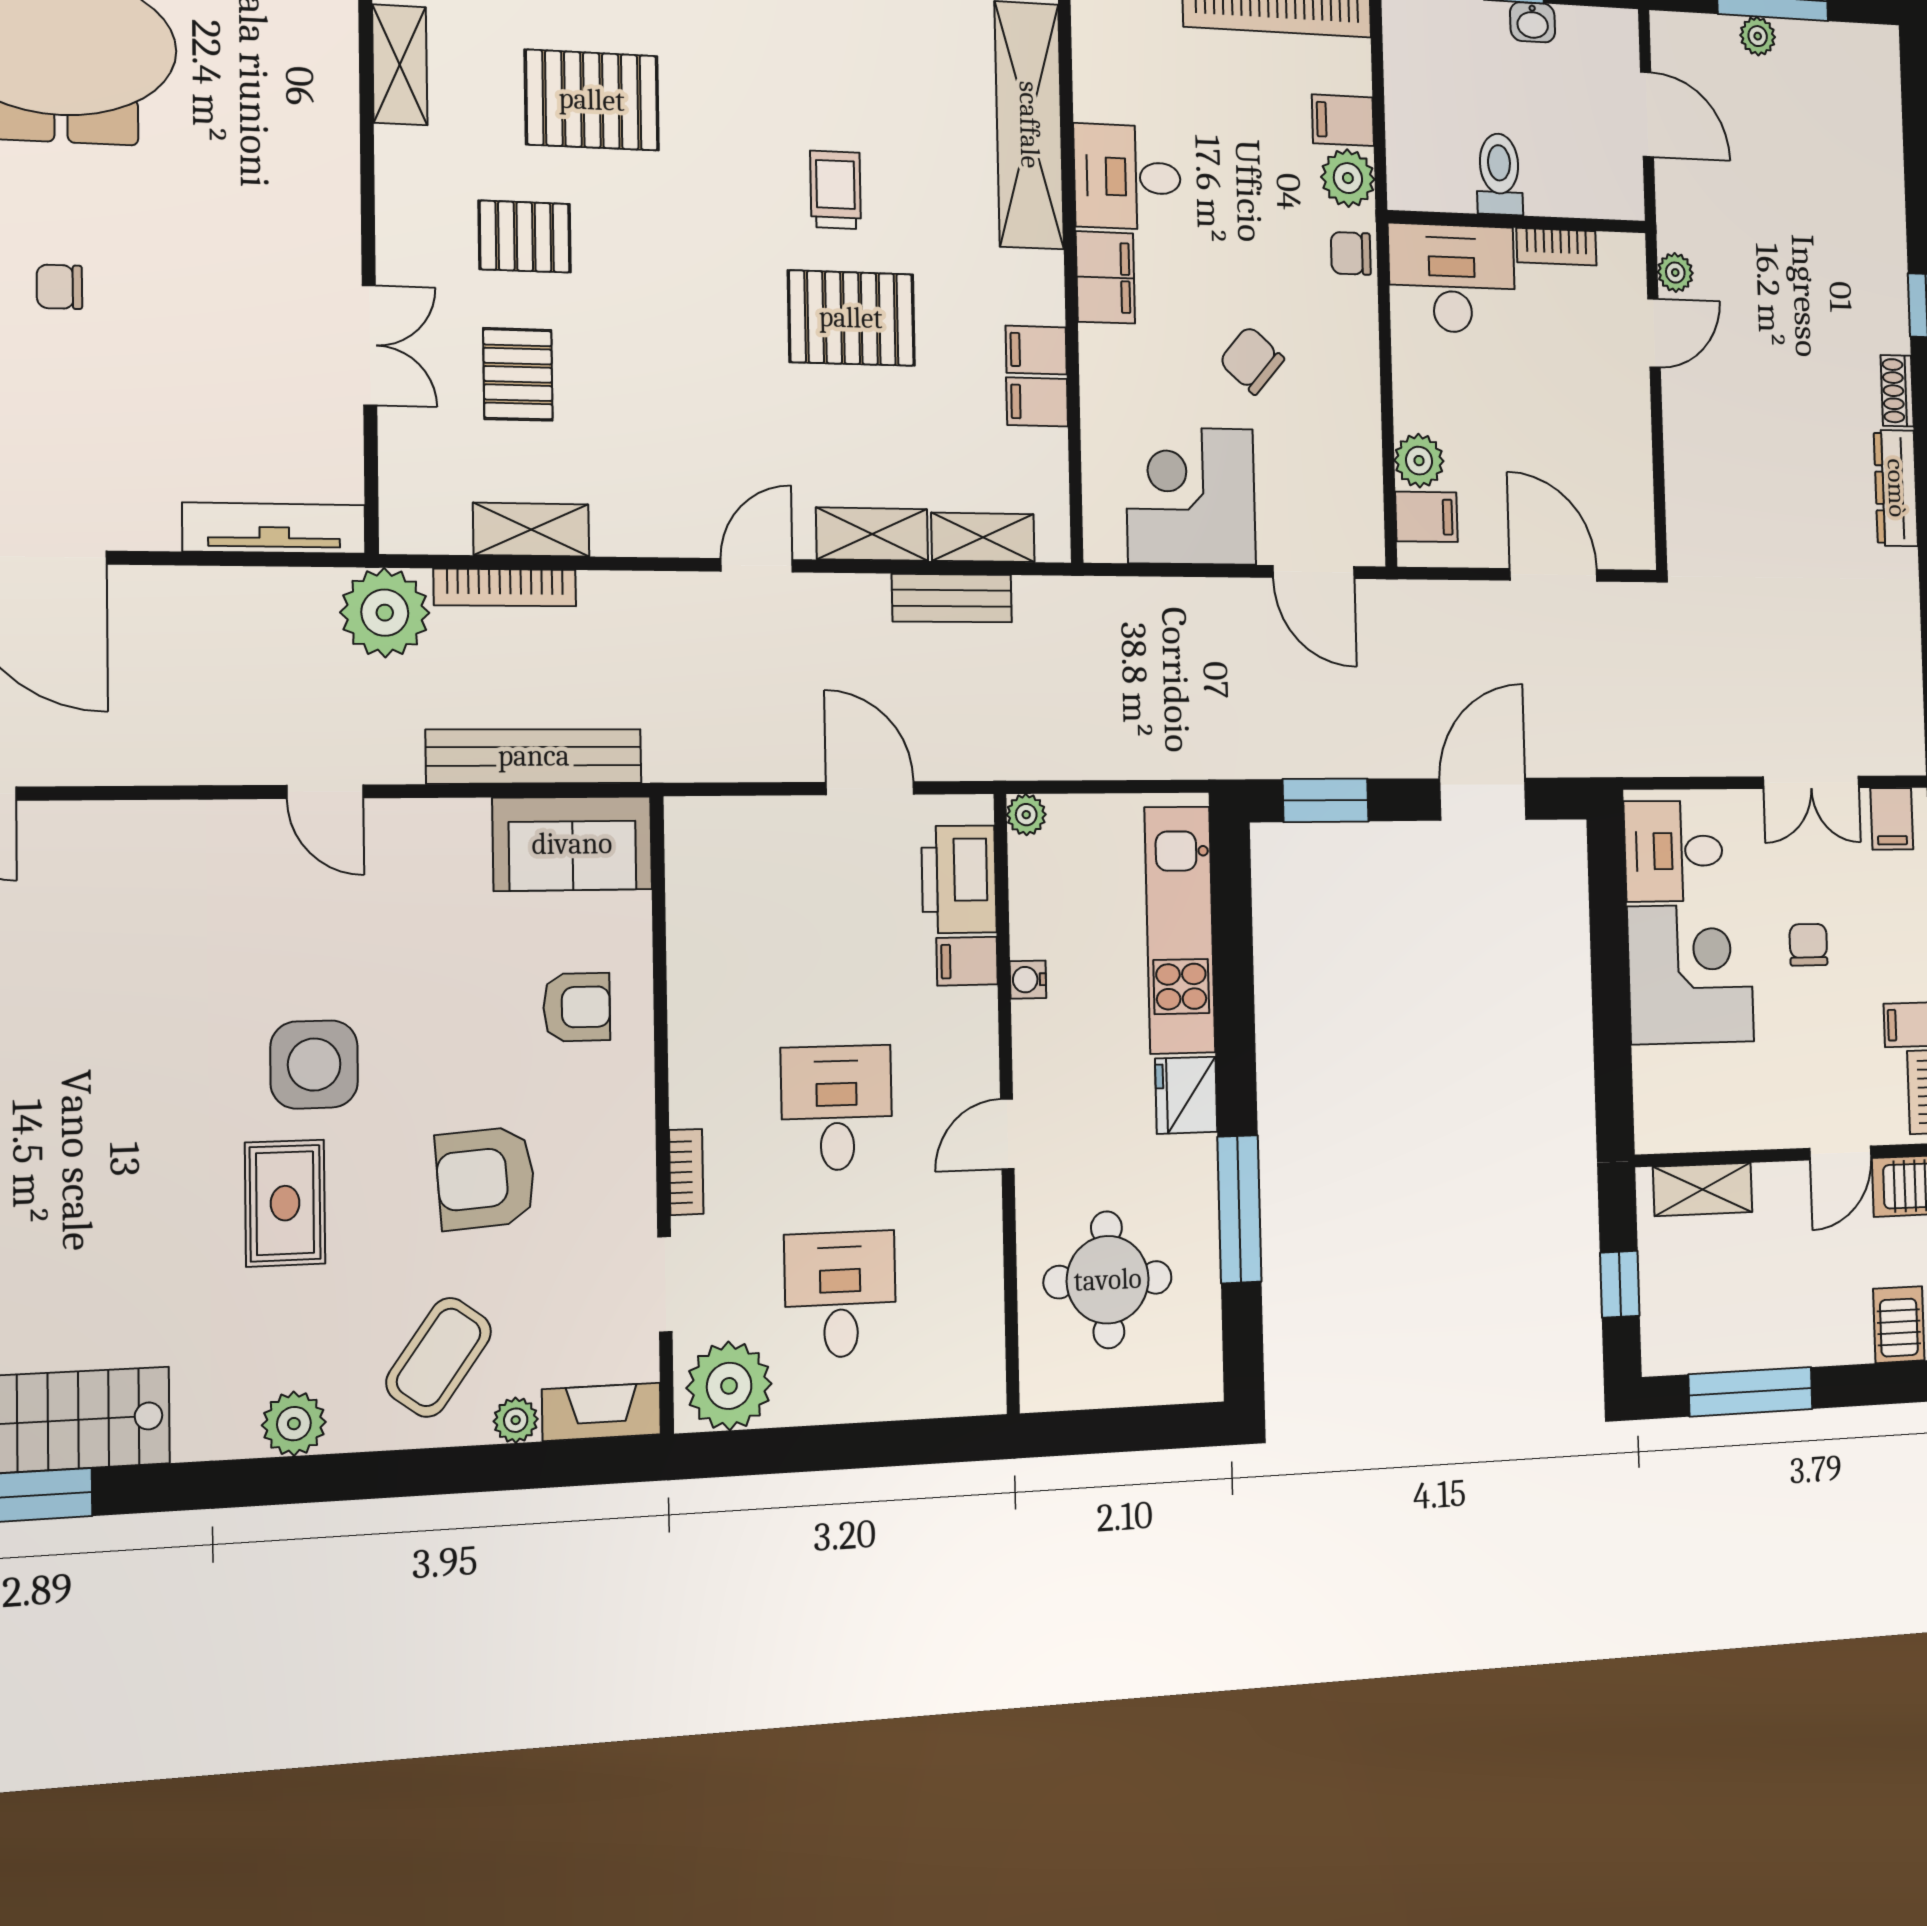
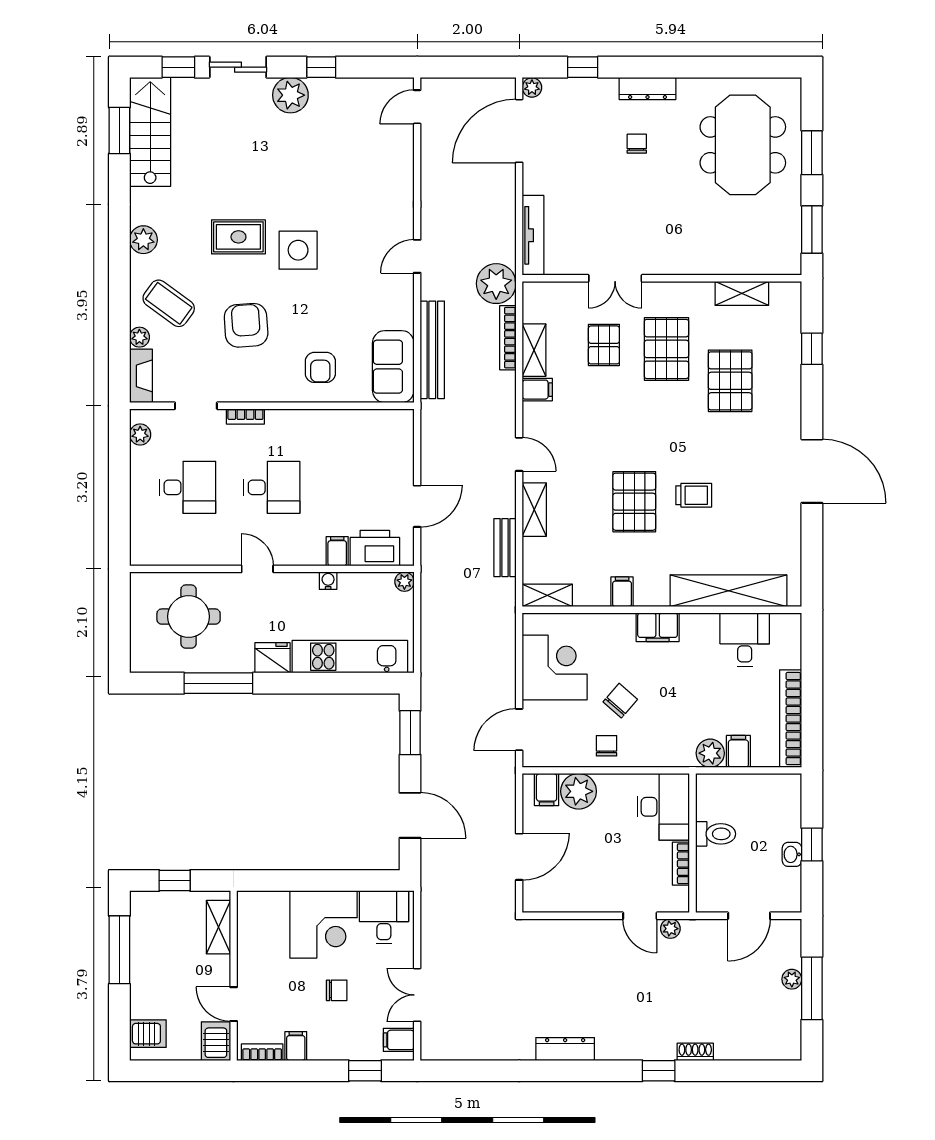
desk: (1127, 177) -> (745, 640), moved
pallet: (525, 237) -> (666, 349), width x1.50, depth x1.42
chair: (1351, 253) -> (606, 746), moved
pallet: (518, 374) -> (604, 345), turned 90
shoe rack: (1897, 391) -> (695, 1052), moved
filing cabinet: (1037, 402) -> (537, 390), moved, turned 90
plant: (1419, 461) -> (579, 791), width x1.36, depth x1.36
shelving: (983, 537) -> (547, 595), moved, turned 90
plant: (729, 1386) -> (140, 435), width x0.53, depth x0.53

